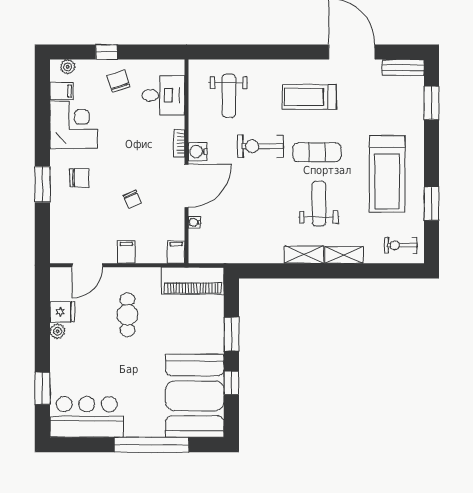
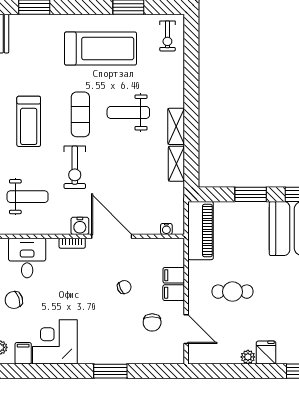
chair: (79, 178) -> (152, 322), moved, turned 180
water cooler: (194, 222) -> (166, 229), moved
filing cabinet: (176, 252) -> (174, 275), moved
shelving: (344, 255) -> (176, 164), moved
fridge: (62, 312) -> (266, 352), moved

